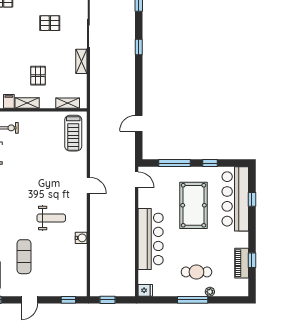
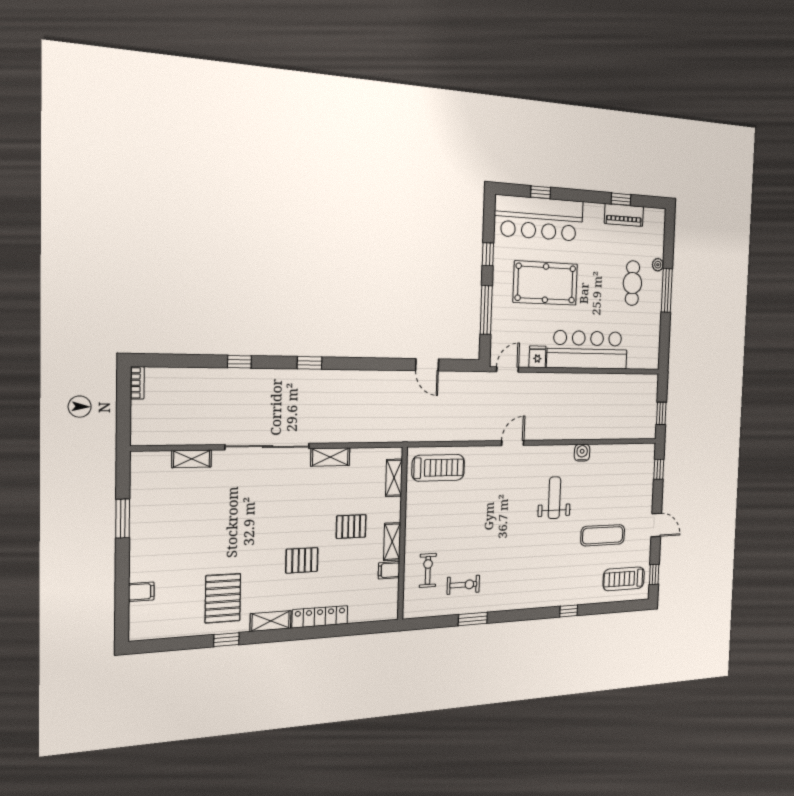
pallet: (50, 23) -> (302, 560), moved, turned 90
fridge: (145, 290) -> (537, 357), moved

